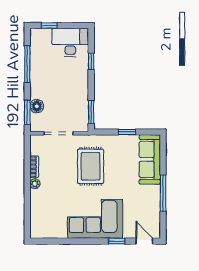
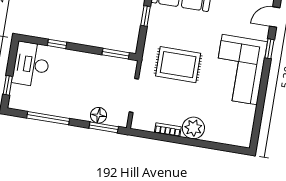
plant: (35, 184) -> (193, 128), width x1.88, depth x1.88

